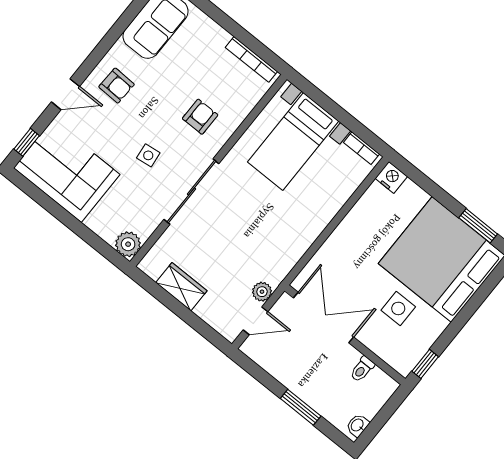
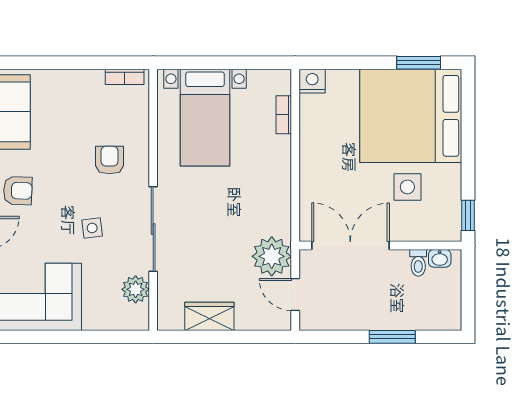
bookcase: (251, 59) -> (125, 77), width x0.64
bookcase: (361, 148) -> (284, 115), moved, turned 90
plant: (128, 244) -> (136, 289), moved
plant: (262, 292) -> (272, 256), width x1.88, depth x1.88
door: (256, 321) -> (295, 295), swing flipped
washbasin: (357, 425) -> (440, 258), moved, turned -90

